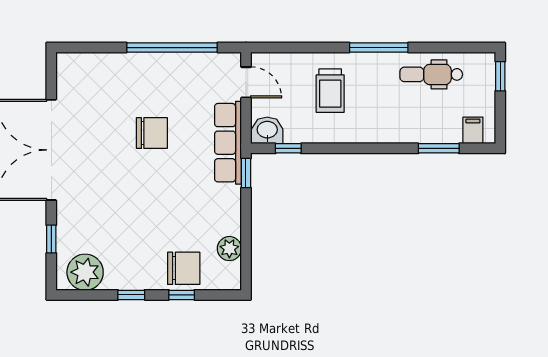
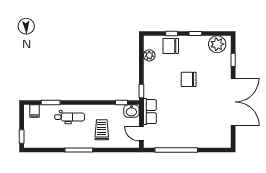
dental chair: (431, 74) -> (70, 117), moved
chair: (152, 133) -> (189, 79), moved
row of seats: (228, 143) -> (150, 112), width x0.68

